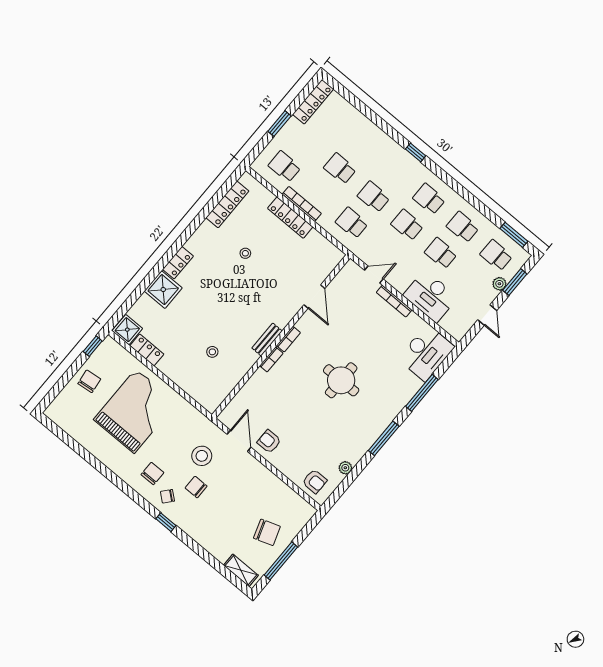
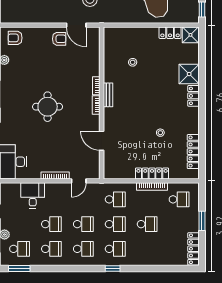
school desk: (395, 171) -> (115, 249), added
desk: (430, 296) -> (33, 195), width x0.73

